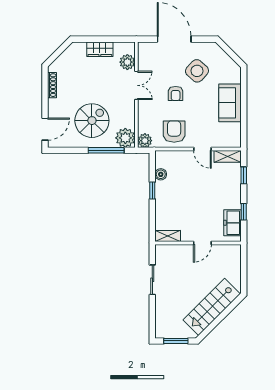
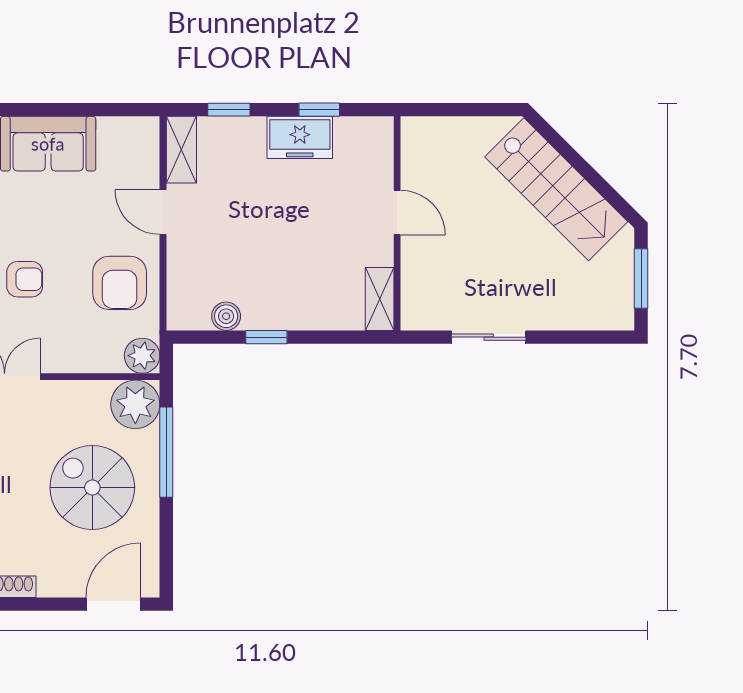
door: (45, 129) -> (113, 604), hinge flipped
armchair: (174, 132) -> (120, 283), turned -90
door: (202, 149) -> (163, 212), swing flipped
freezer: (232, 223) -> (300, 137), moved

